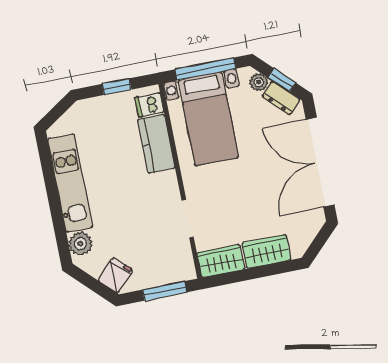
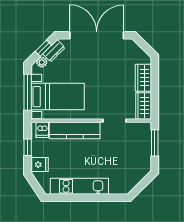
kitchen counter: (156, 144) -> (75, 130), width x1.50
double door: (320, 162) -> (97, 35), swing flipped
plant: (80, 244) -> (117, 187), removed
fridge: (115, 275) -> (40, 165), moved, turned 135

